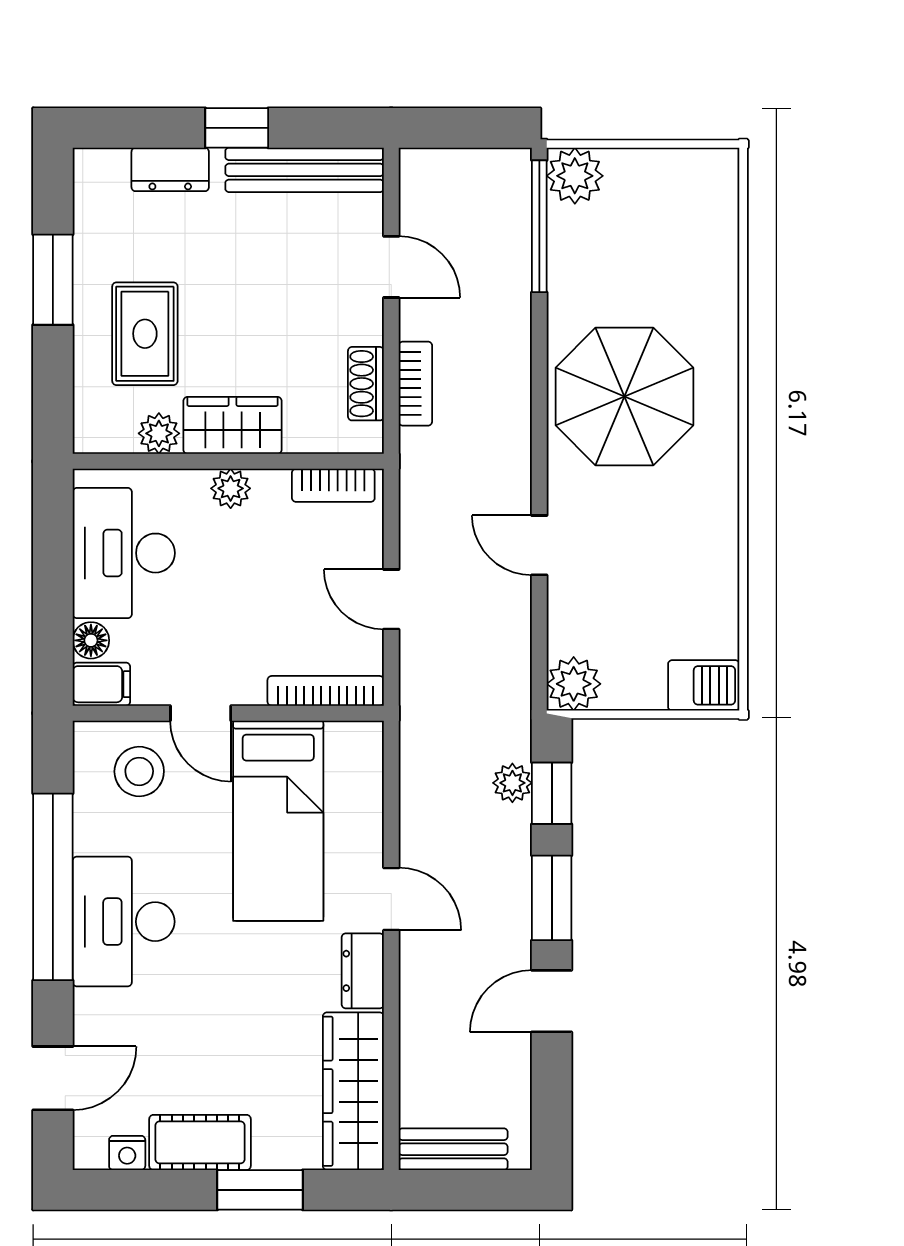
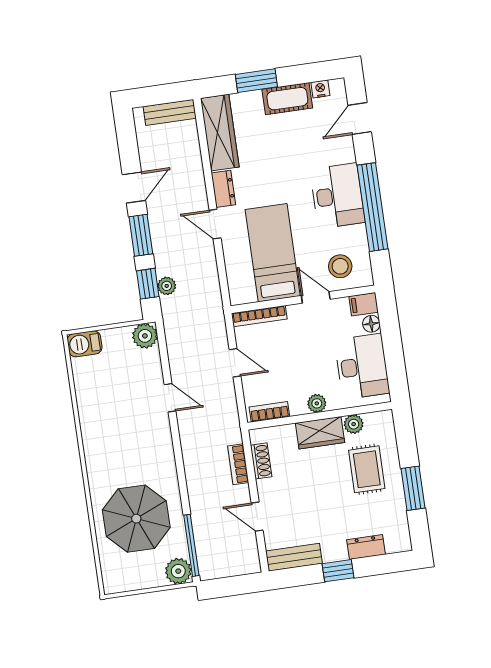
bench: (305, 170) -> (294, 557), width x0.73
parasol: (624, 396) -> (136, 519), moved

